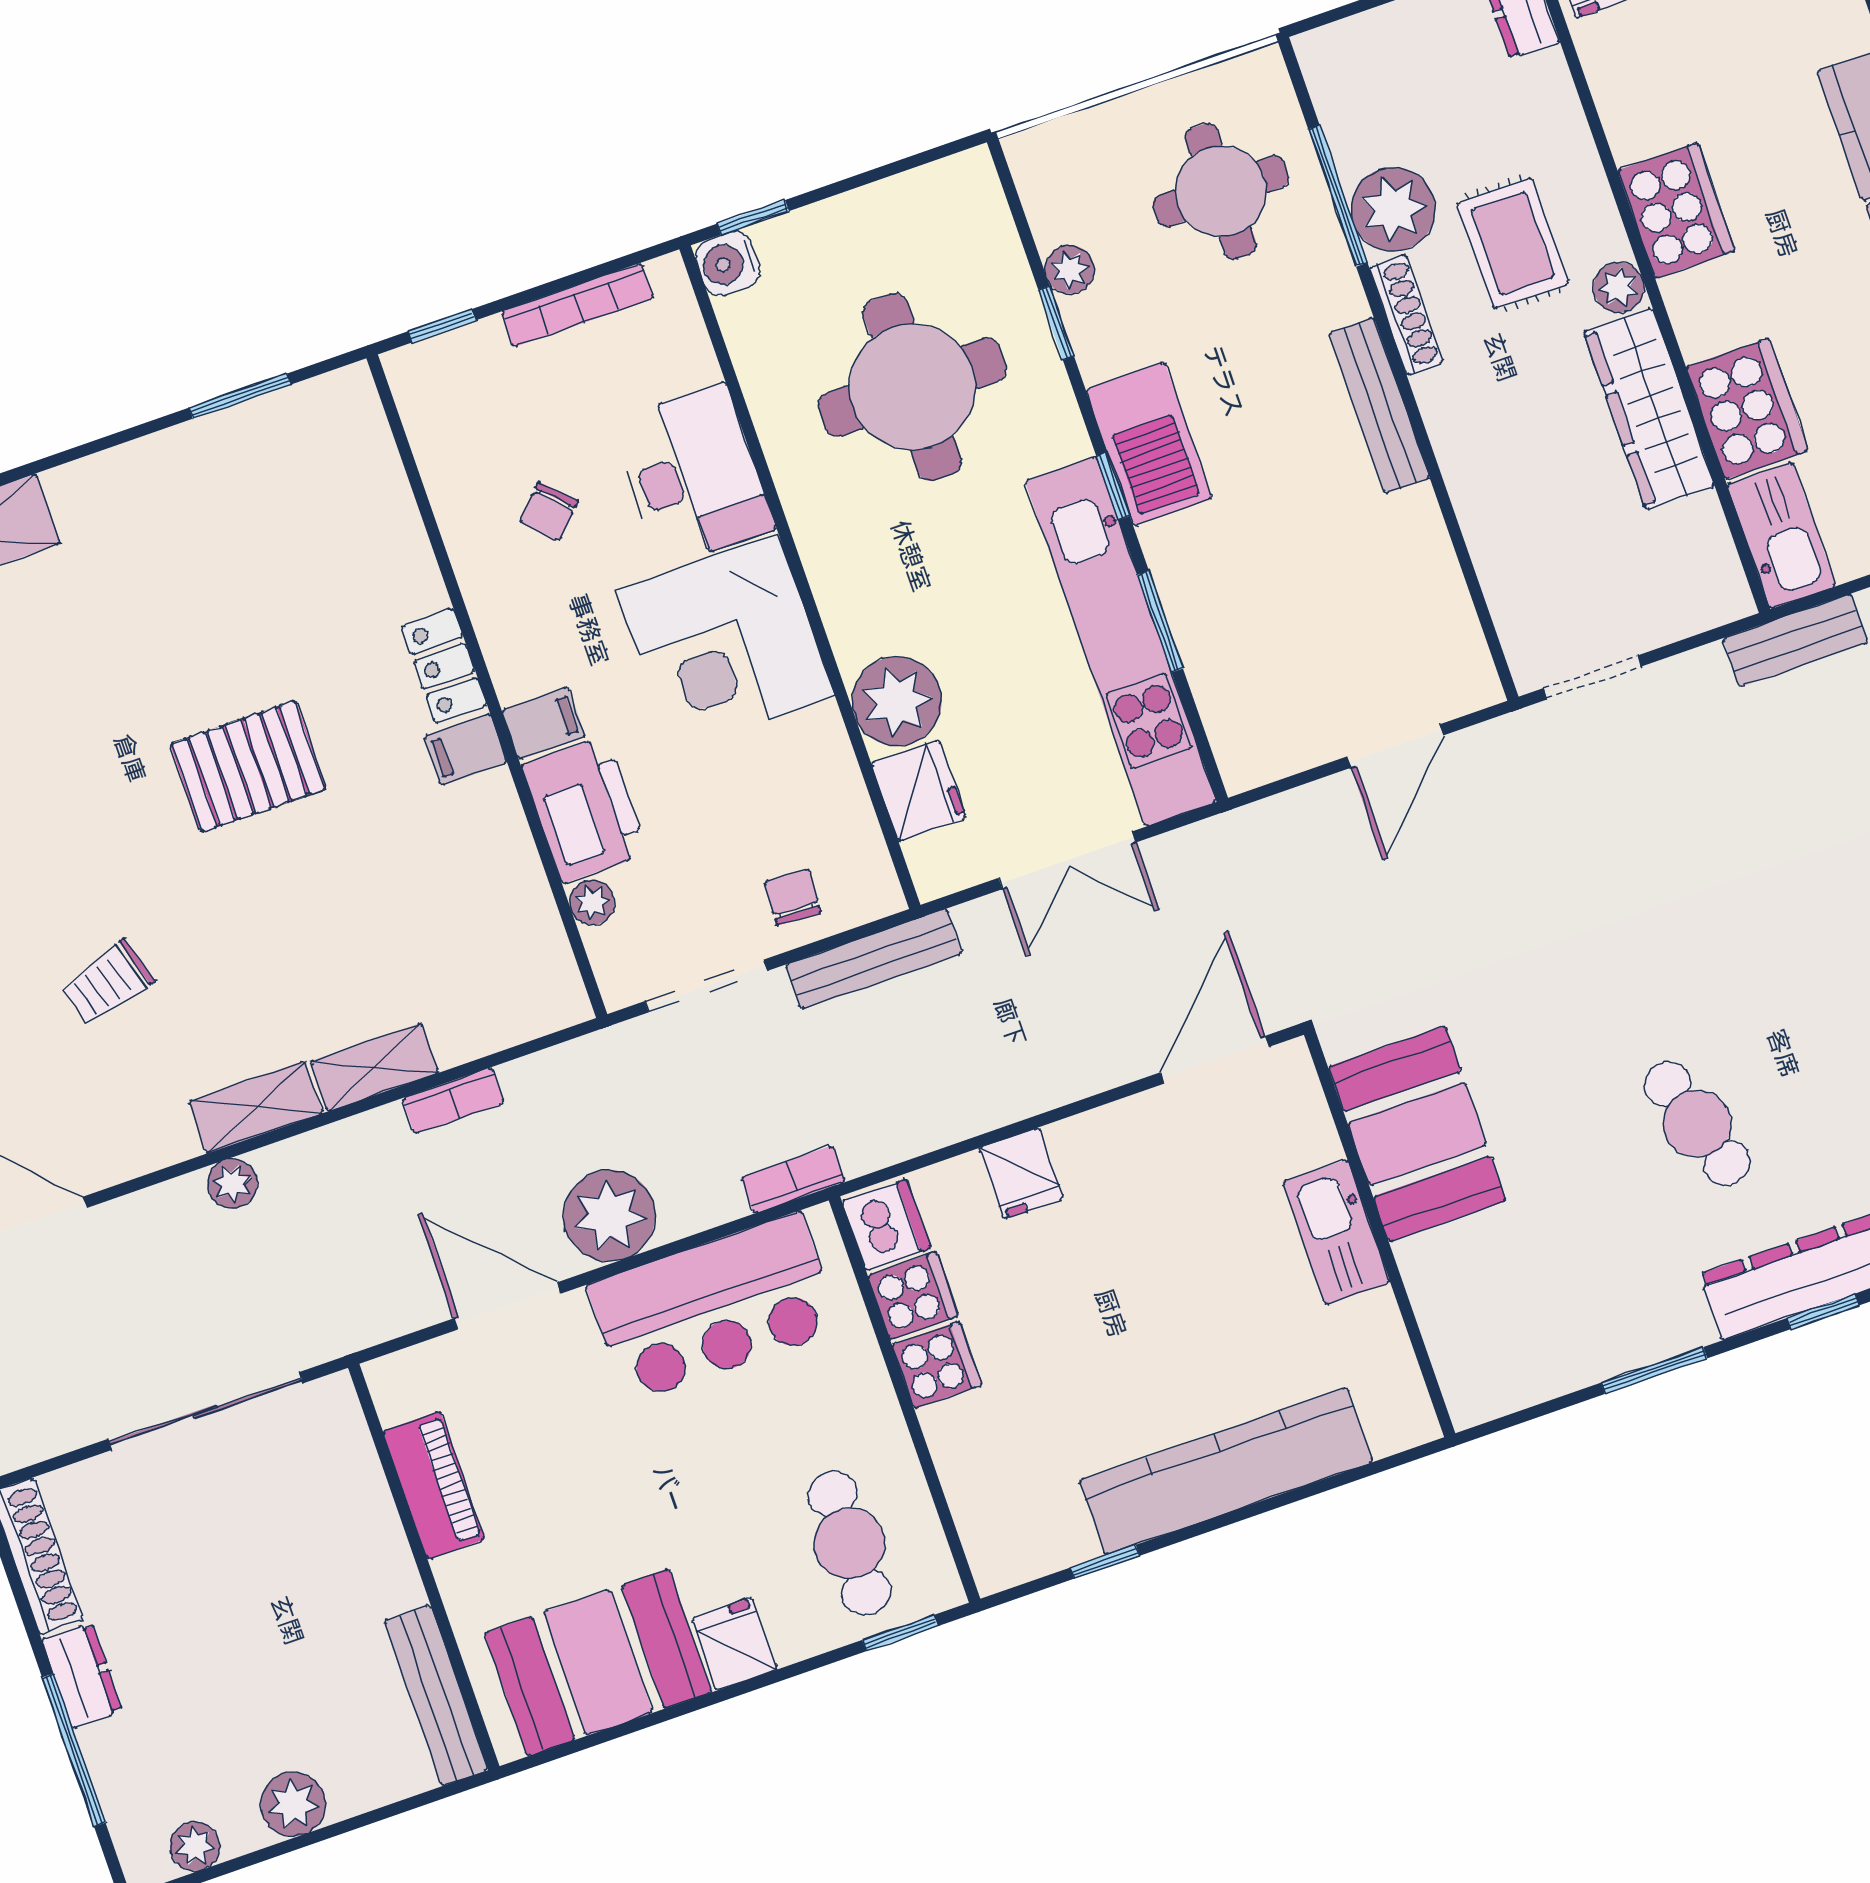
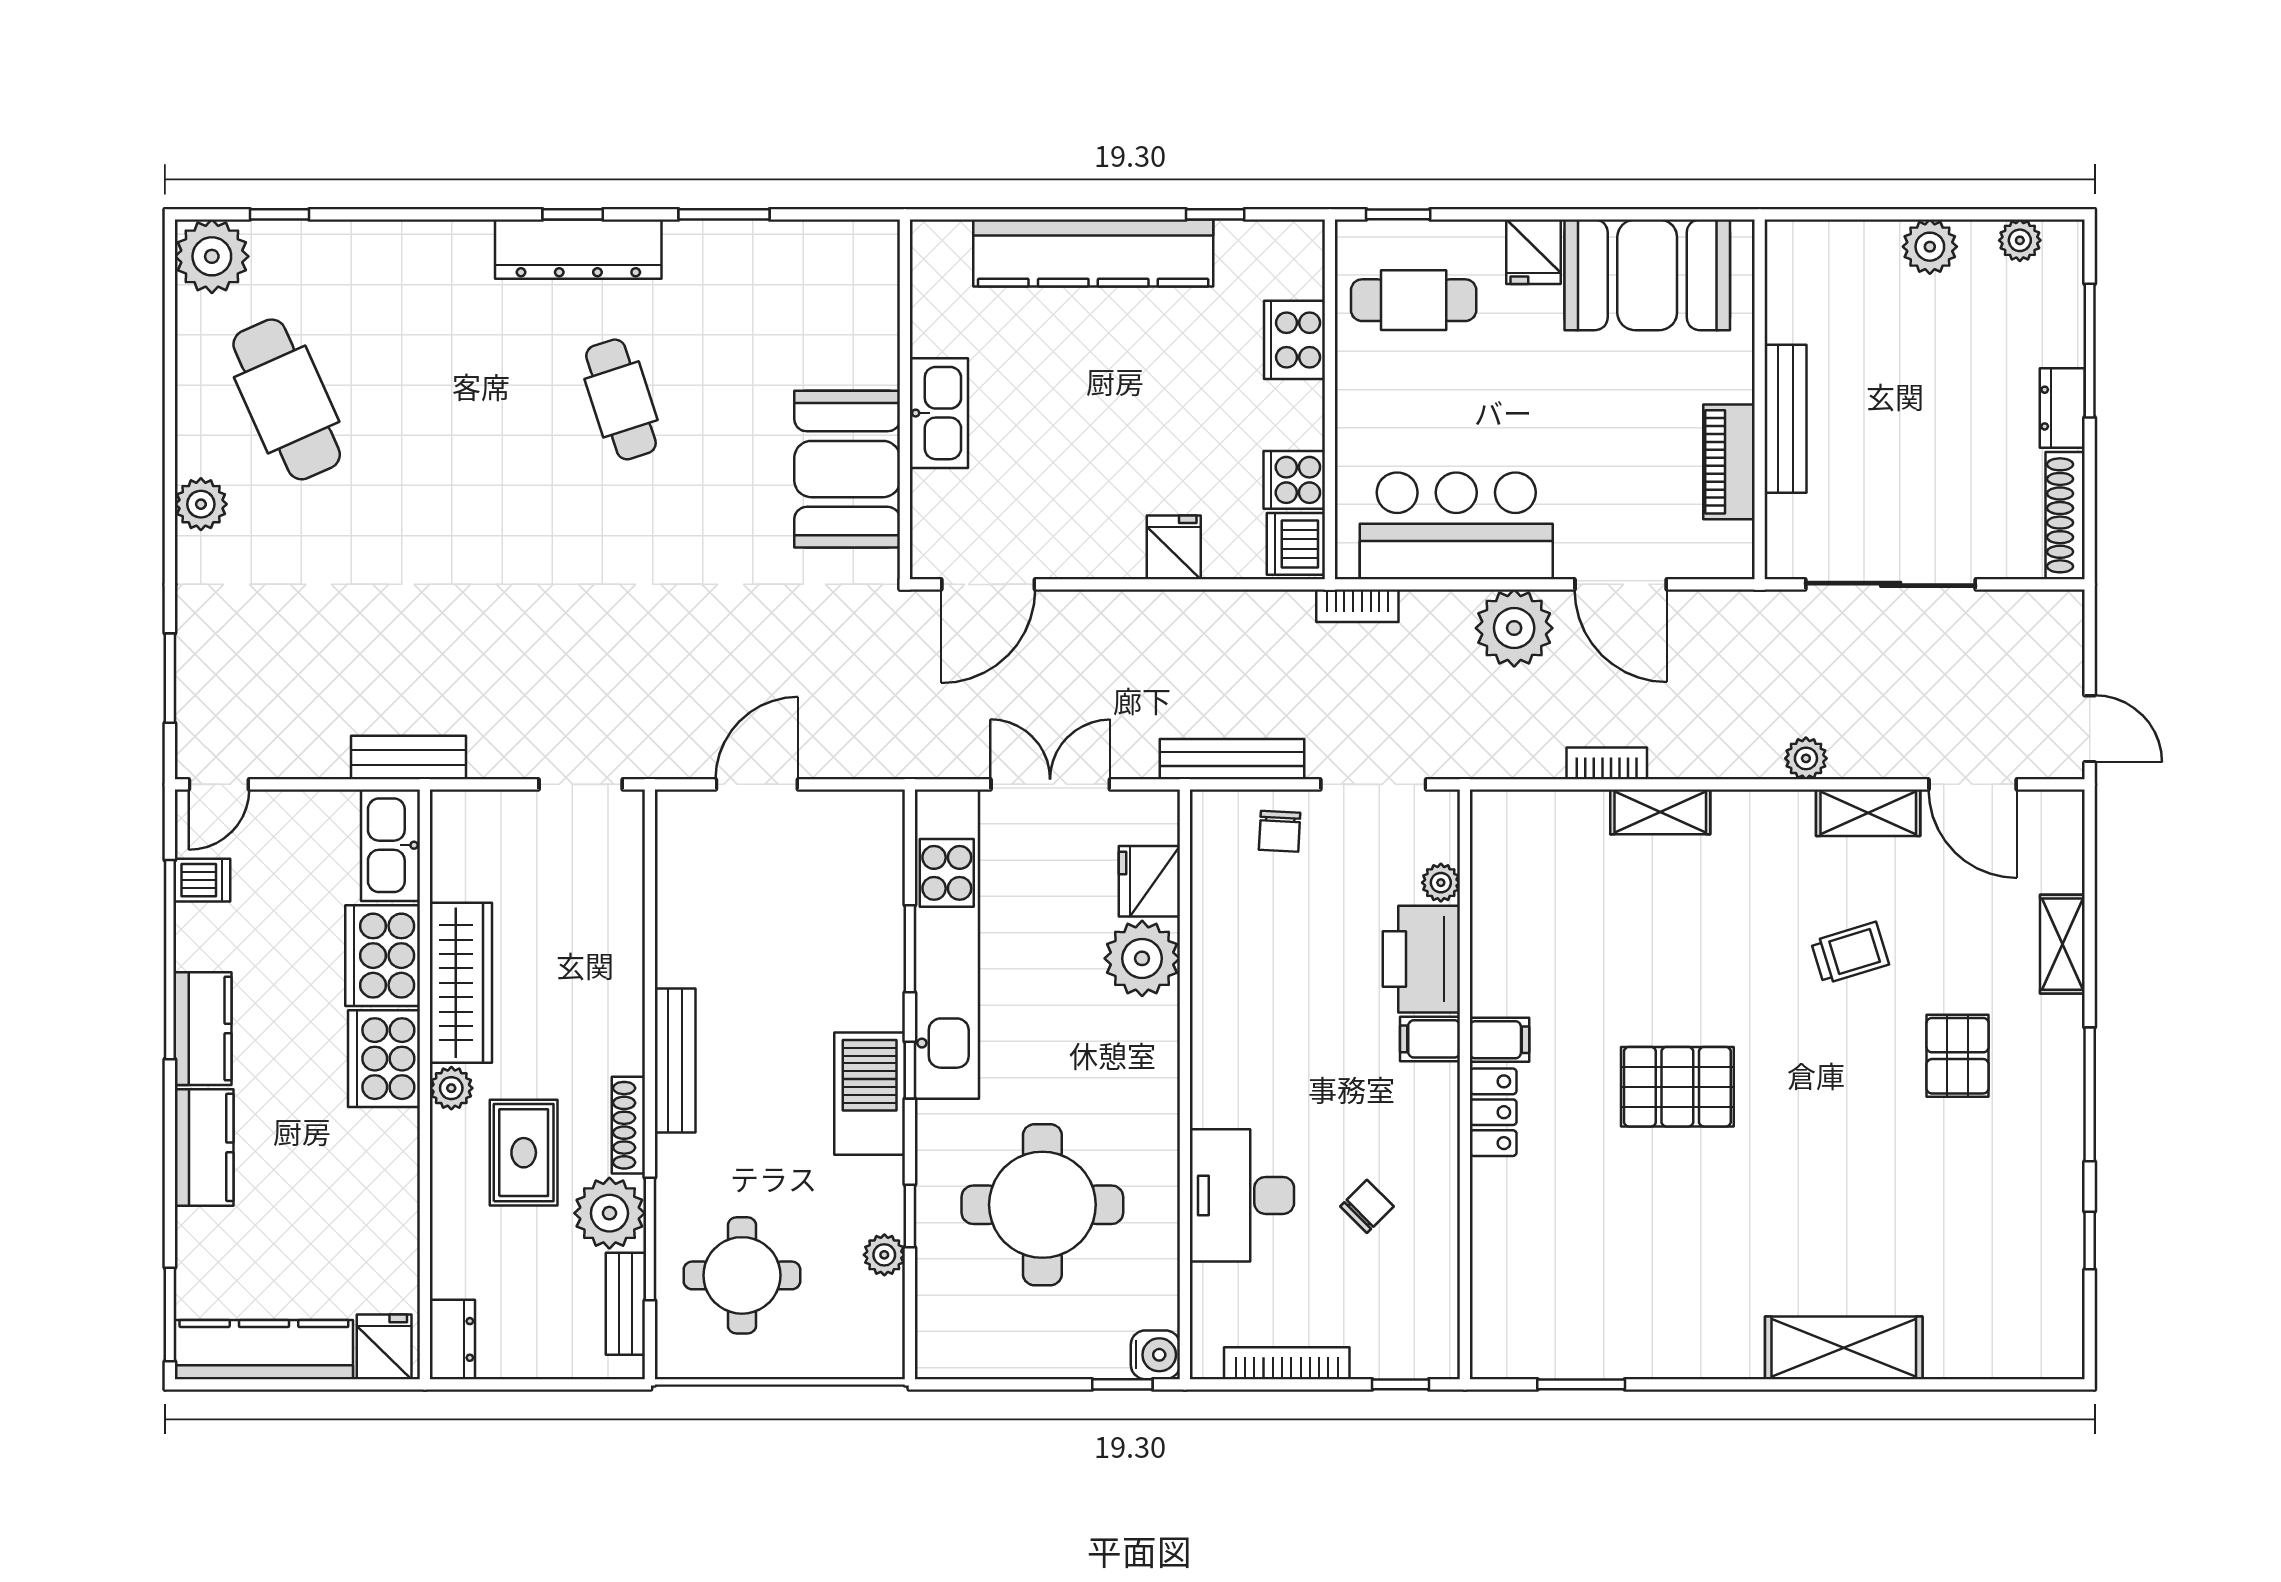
bench: (1340, 114) -> (625, 1304), added
cooker: (1676, 211) -> (384, 1059), moved
corner desk: (726, 643) -> (1262, 1053), removed
shelving: (256, 1107) -> (1868, 813), moved
cooker: (937, 1365) -> (1294, 340), moved, width x1.36
cafe table: (849, 1543) -> (1414, 300), turned 90
bench: (436, 1695) -> (1785, 419), moved

